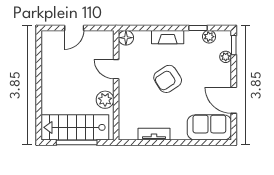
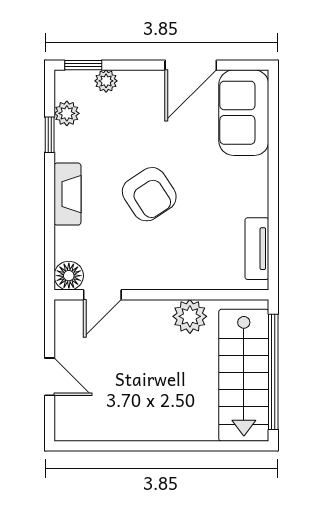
door: (116, 69) -> (102, 295), moved
tv unit: (154, 134) -> (257, 249), moved
window: (77, 142) -> (273, 372), width x1.46

